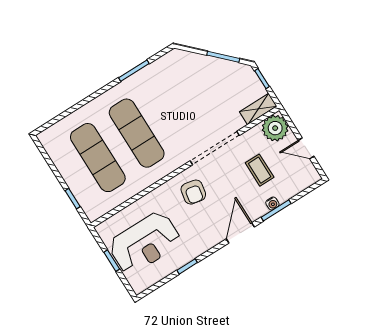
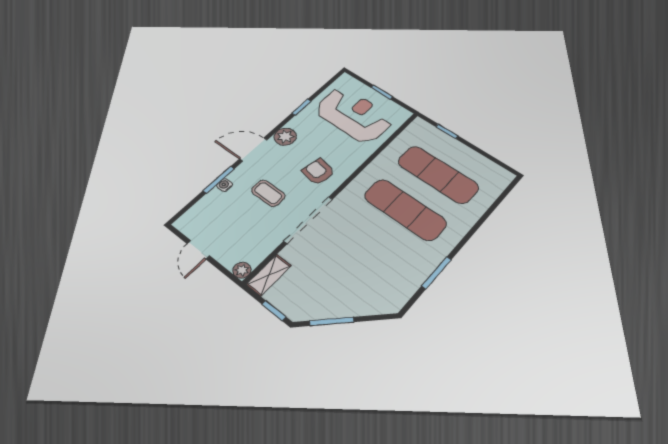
plant: (275, 128) -> (242, 270), width x0.53, depth x0.53
door: (306, 148) -> (198, 250), swing flipped
coffee table: (260, 170) -> (268, 193), moved
door: (240, 233) -> (253, 149), swing flipped
plant: (210, 238) -> (285, 137), added
reception desk: (145, 243) -> (354, 115), turned 90

